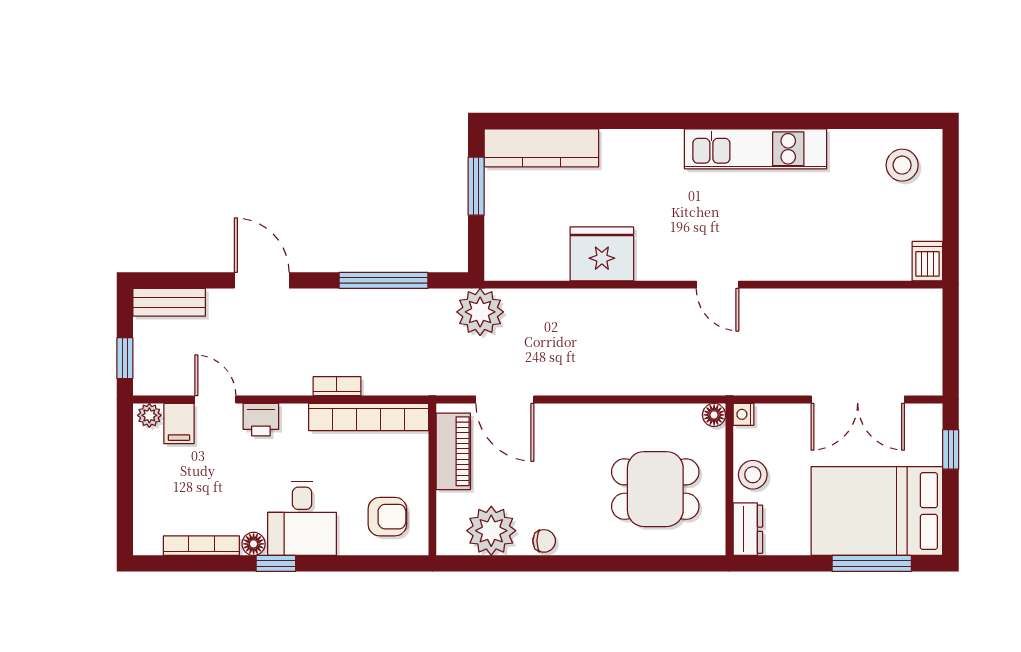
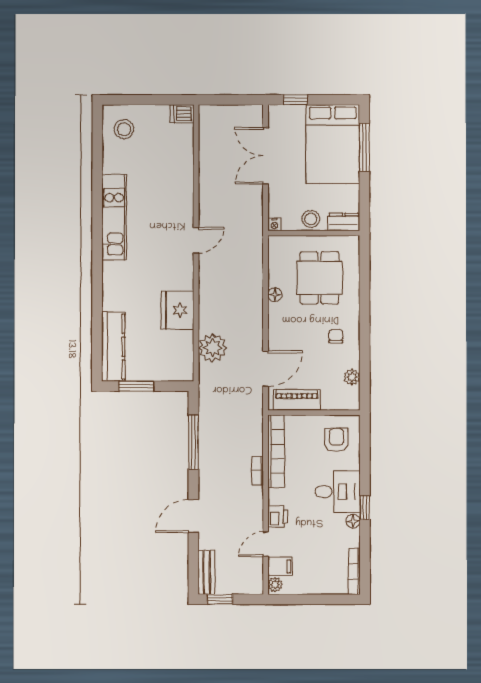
plant: (480, 312) -> (213, 348), moved
window: (125, 358) -> (220, 599), moved
double door: (858, 400) -> (265, 156), swing flipped
floor lamp: (714, 415) -> (275, 295), moved
plant: (491, 531) -> (352, 377), width x0.53, depth x0.53
chair: (544, 541) -> (336, 336), moved
bookcase: (201, 546) -> (354, 571), moved

